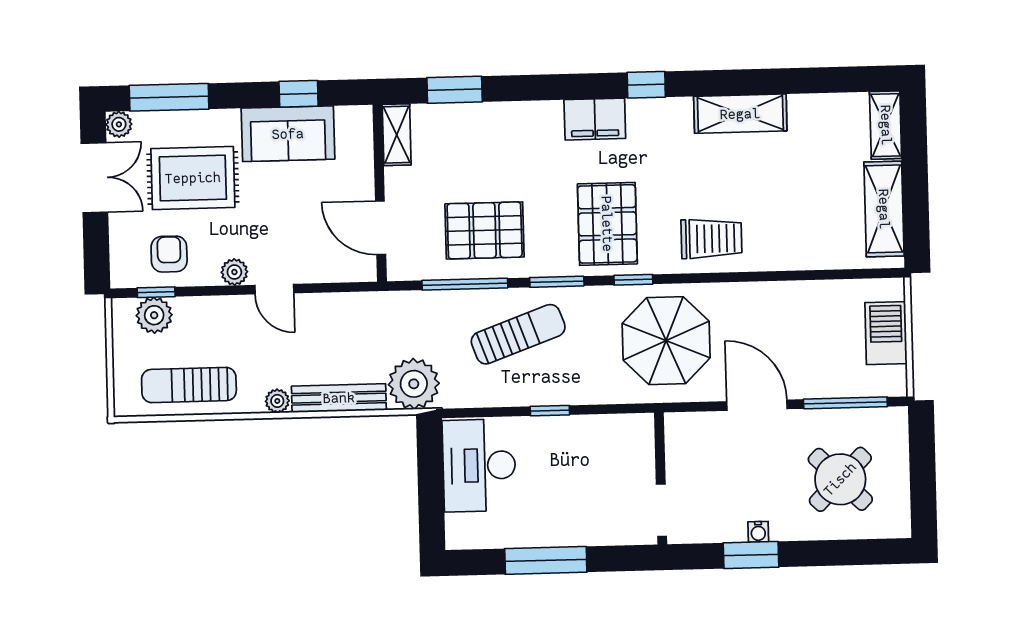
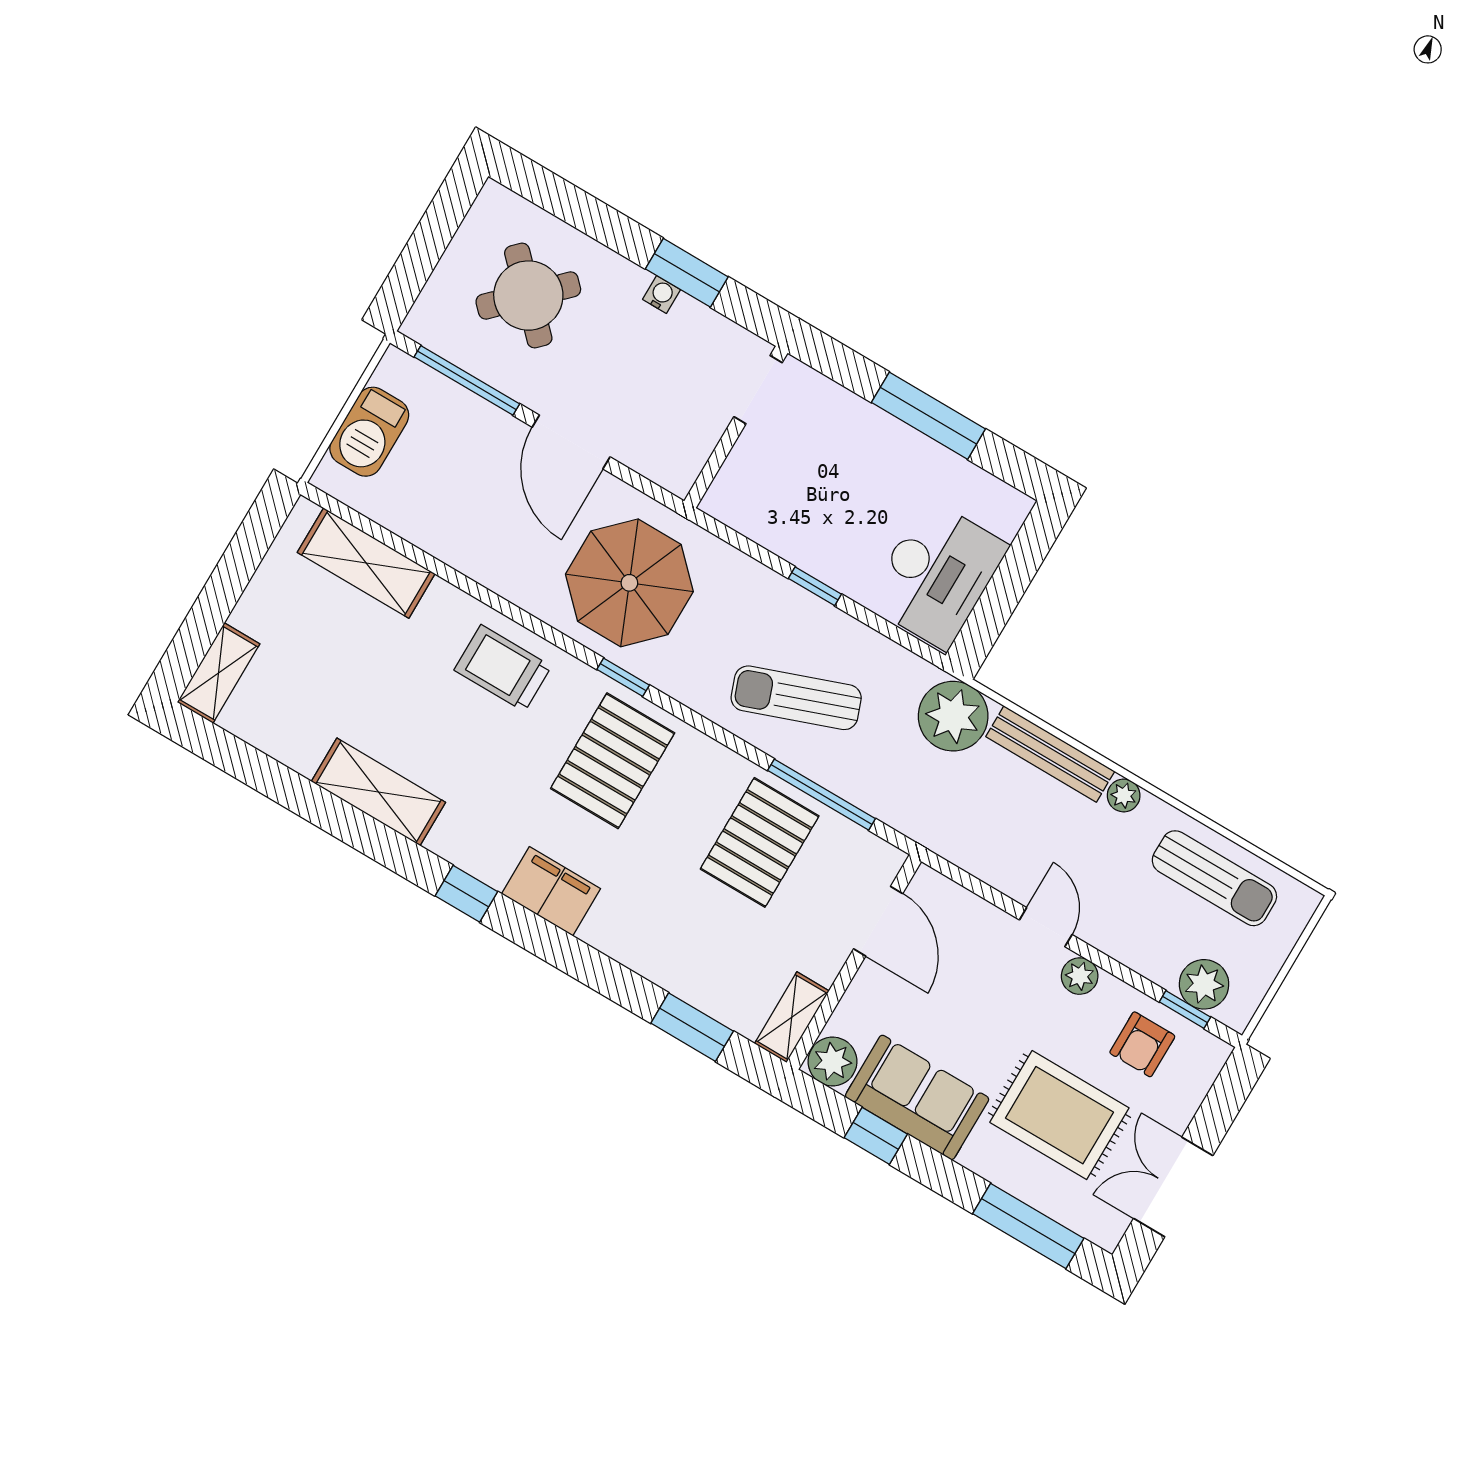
plant: (119, 124) -> (832, 1061), moved, width x1.38, depth x1.38
shelving: (884, 209) -> (366, 563), moved, turned 90
pallet: (485, 230) -> (760, 842), turned 90
window: (557, 282) -> (713, 730), removed

